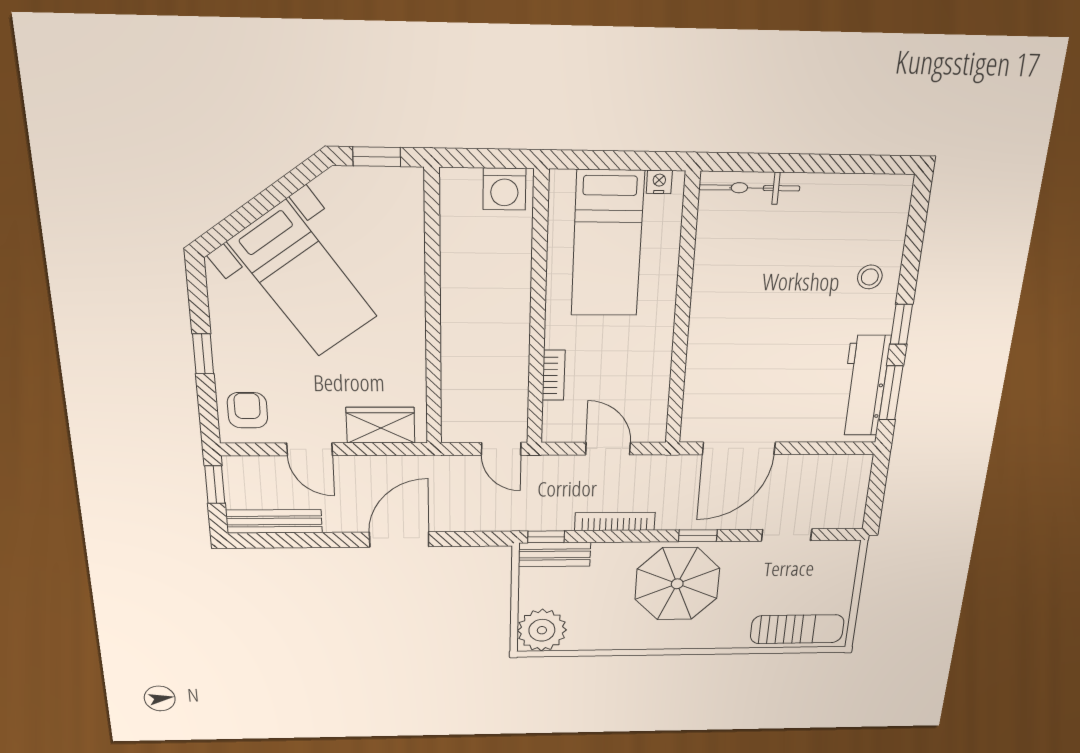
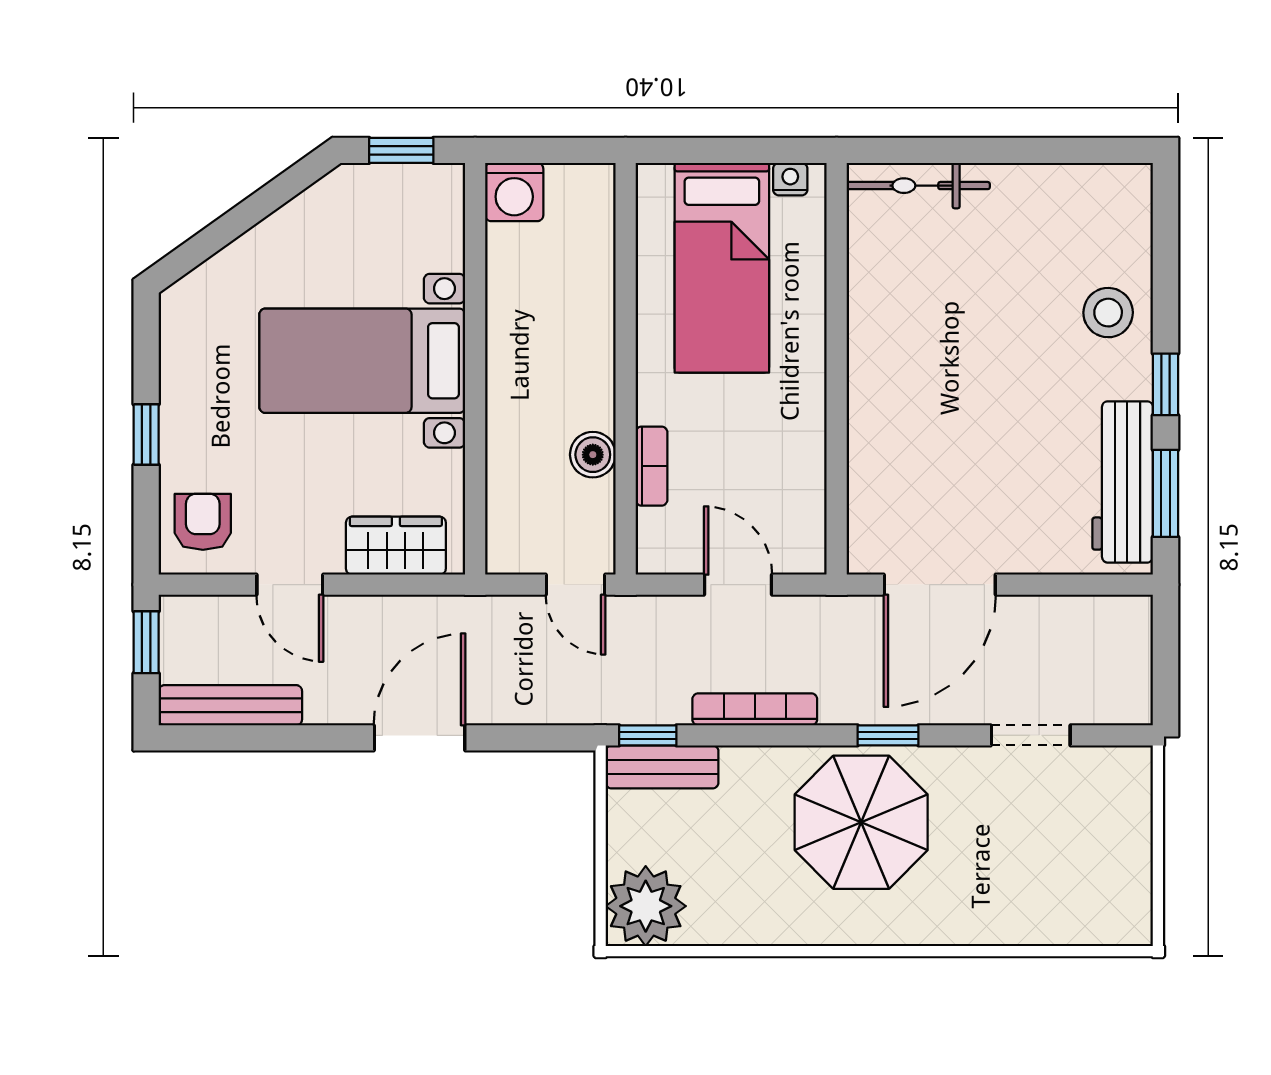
washing machine: (504, 189) -> (514, 192), moved
stool: (870, 277) -> (1108, 313), width x1.37, depth x1.37
bed with nightstands: (303, 279) -> (362, 361), moved, turned 126
boiler: (514, 368) -> (593, 455), added
sun lounger: (797, 629) -> (1067, 911), removed

